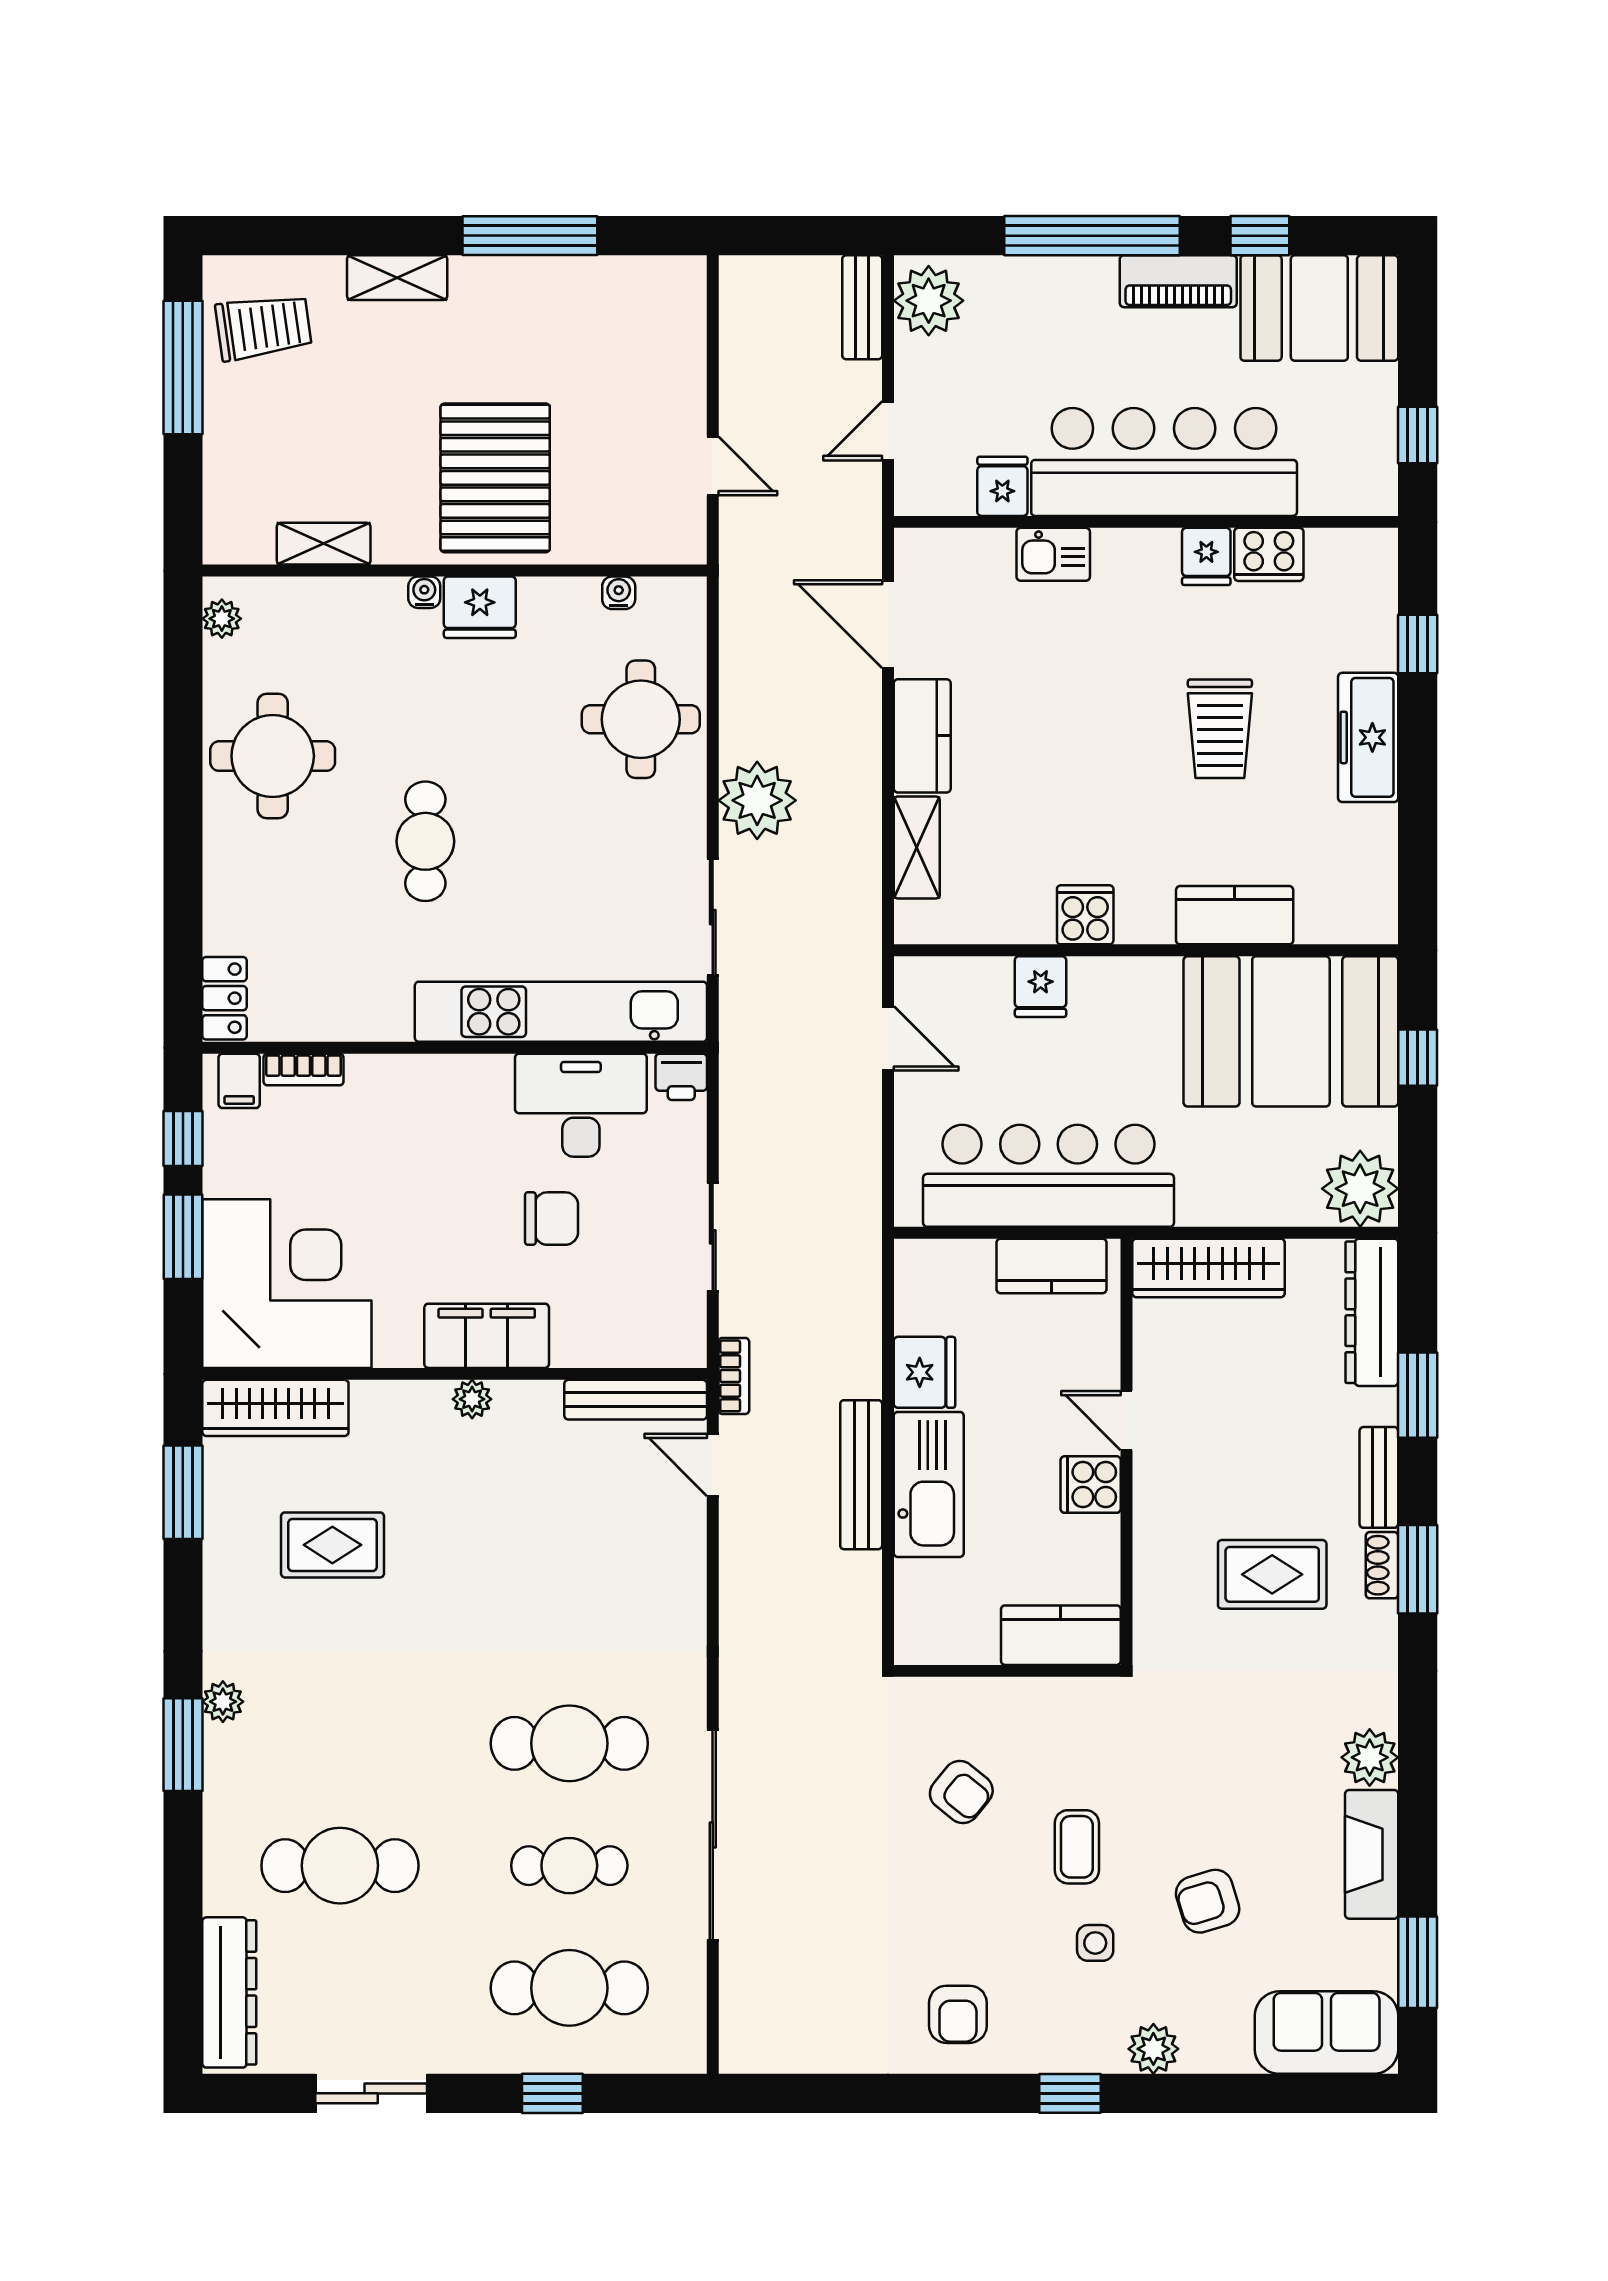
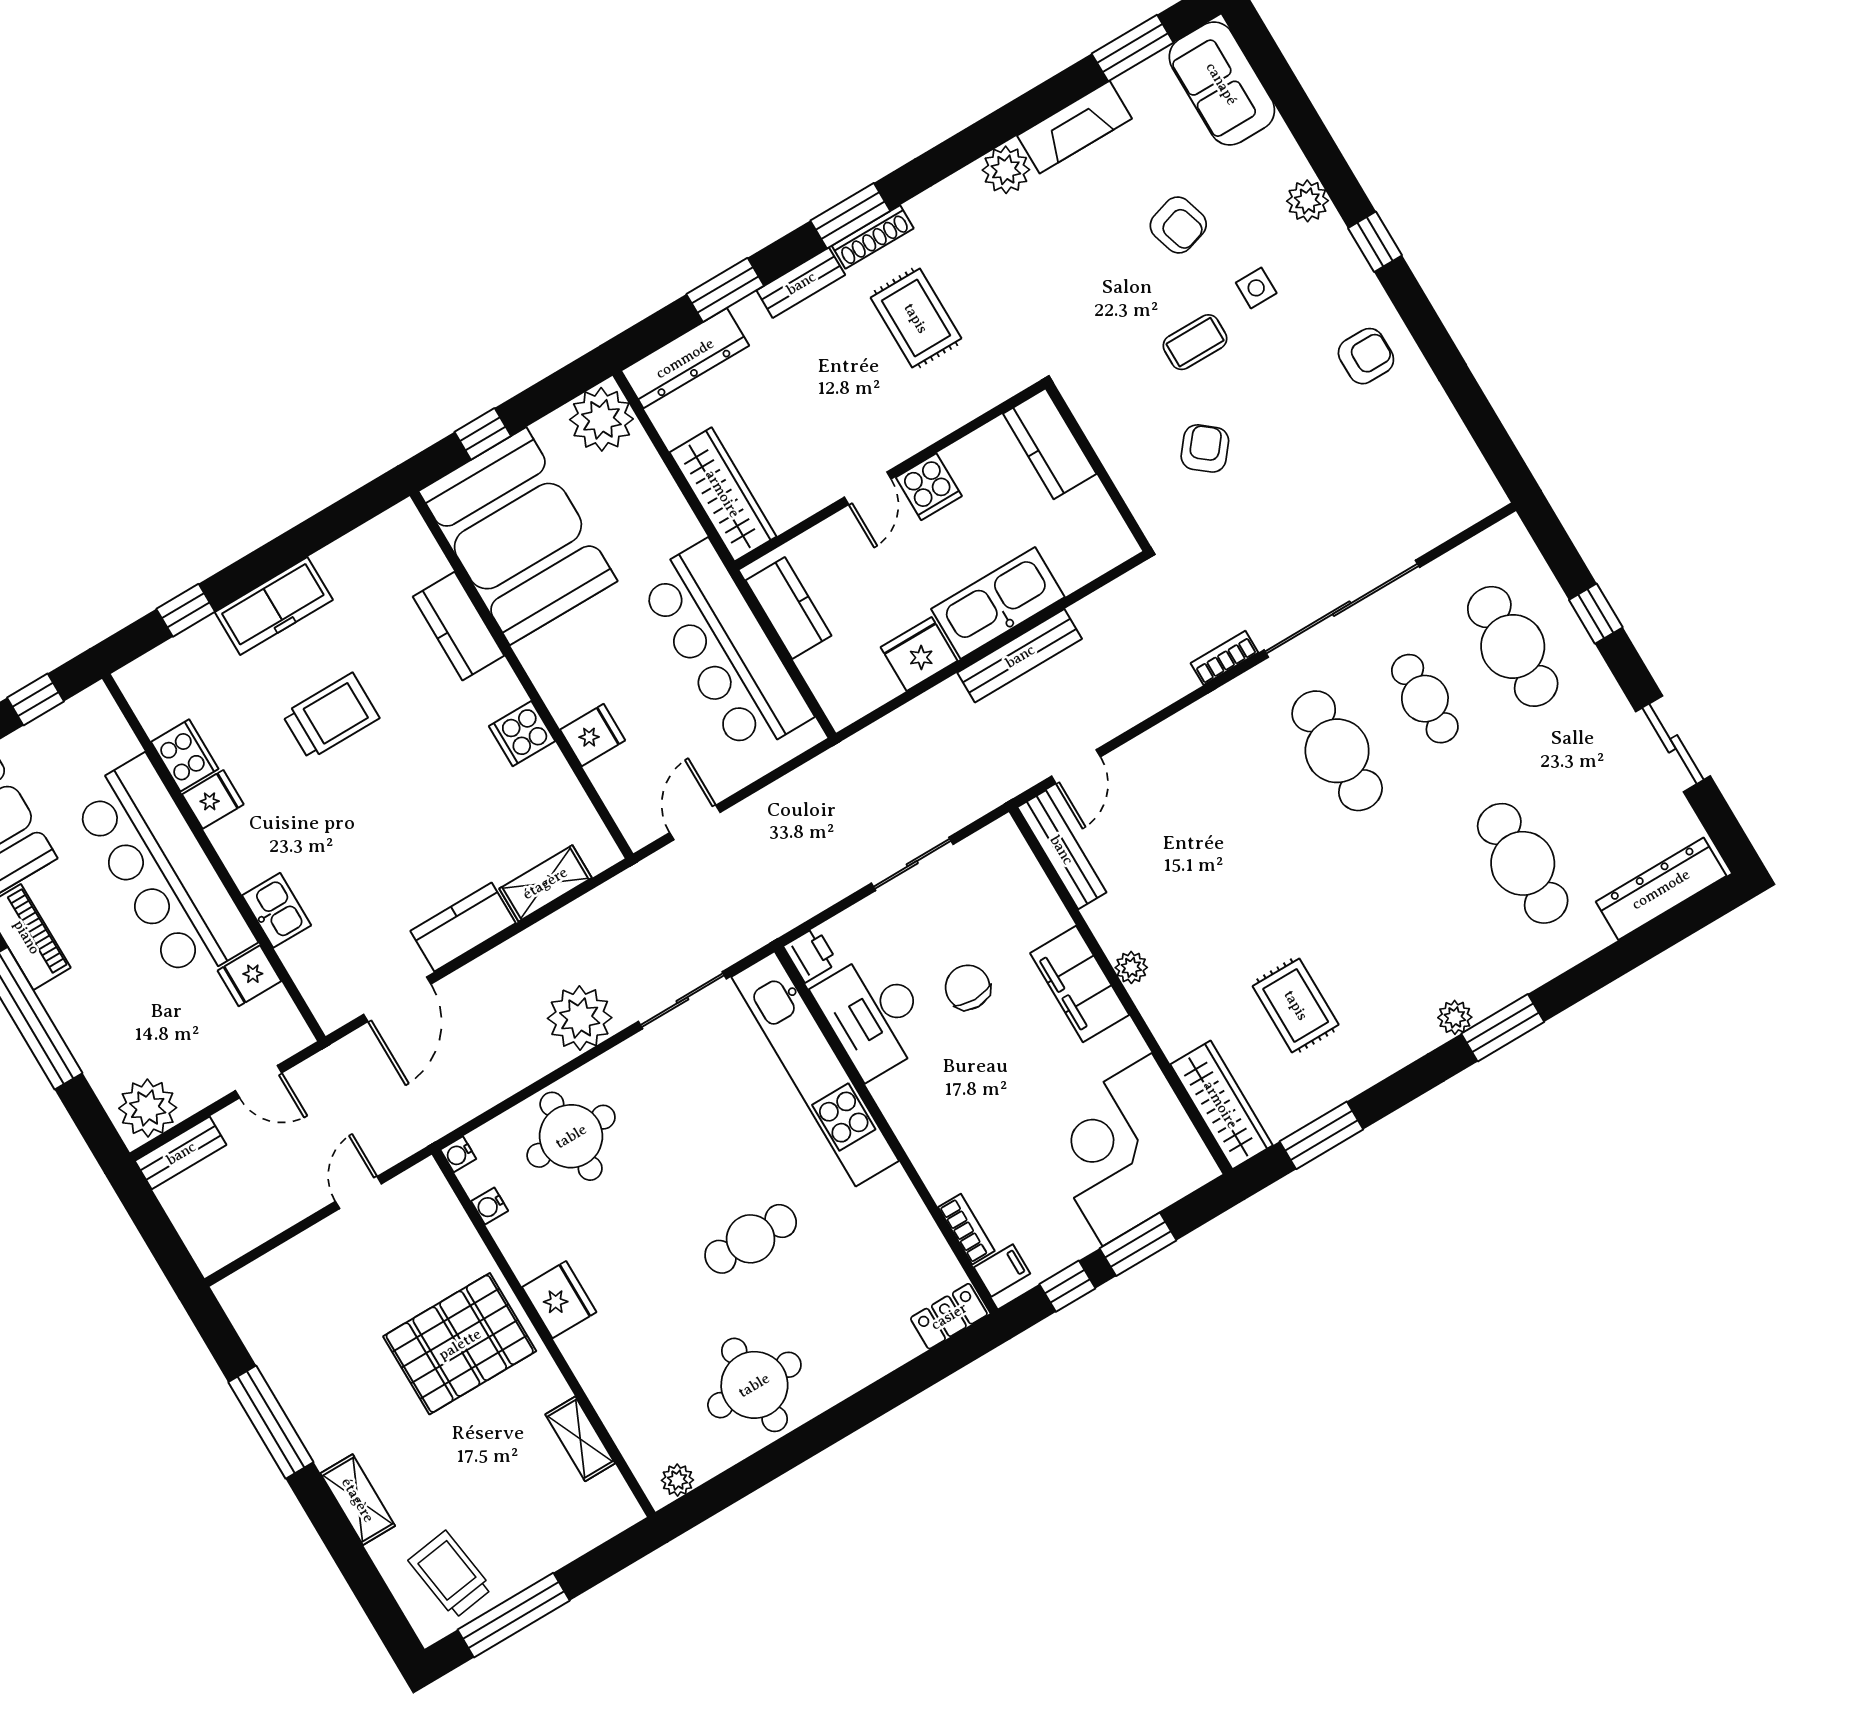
water cooler: (424, 592) -> (458, 1154), moved
bookcase: (734, 1376) -> (1224, 658), moved
shoe rack: (1382, 1565) -> (873, 237), width x1.43

